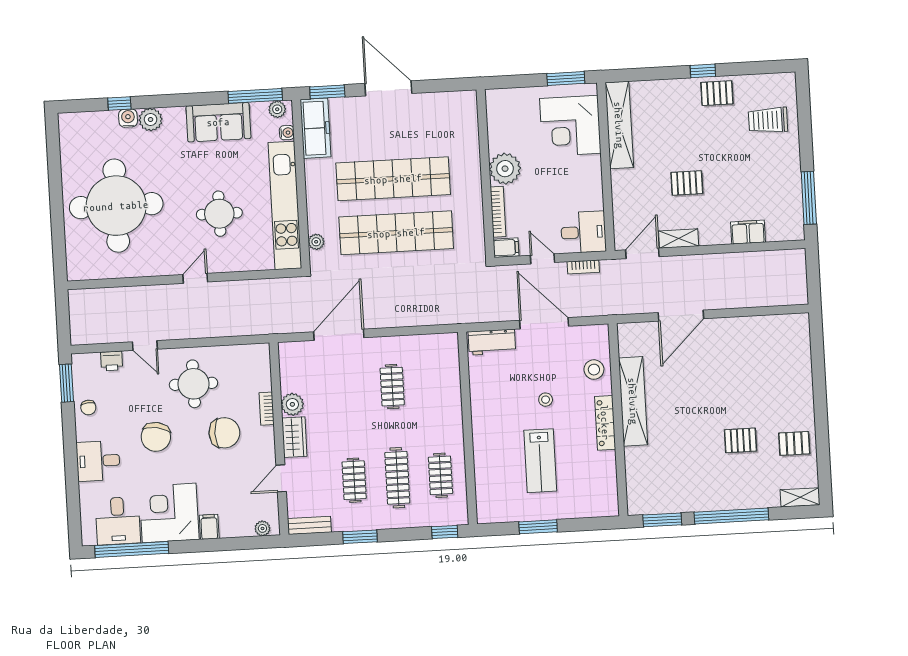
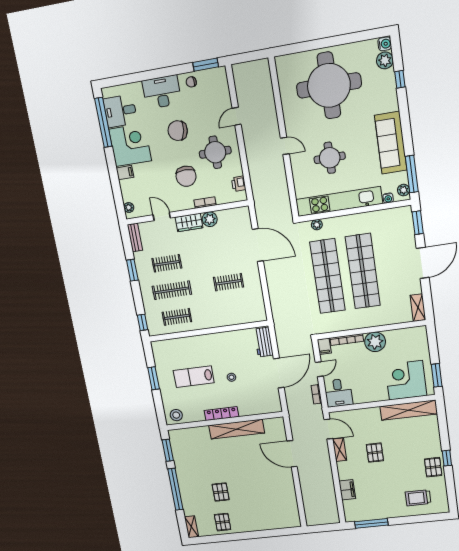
shelving: (457, 100) -> (418, 308), added
water cooler: (128, 118) -> (385, 44), moved
plant: (151, 120) -> (385, 60), moved
trolley: (768, 120) -> (418, 498), turned -90
sofa: (218, 122) -> (391, 143), width x1.36
freezer: (316, 128) -> (393, 217), removed
printer: (112, 361) -> (239, 184), moved
stool: (594, 370) -> (176, 415), moved
desk: (98, 461) -> (162, 92), width x1.37

